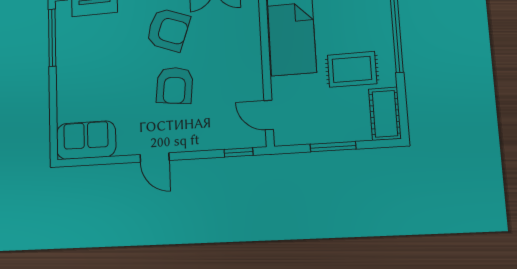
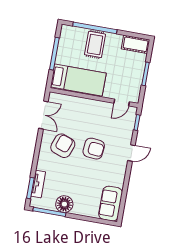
floor lamp: (70, 59) -> (64, 204), added
rug: (352, 69) -> (95, 44), moved
door: (155, 157) -> (131, 153), moved

